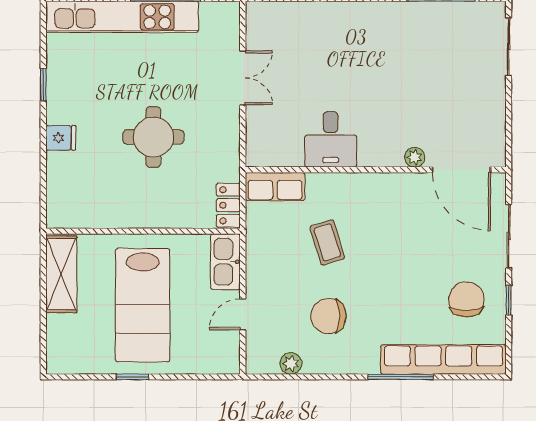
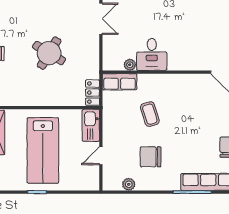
round table: (153, 137) -> (49, 53), turned 31
plant: (415, 157) -> (130, 65), moved

